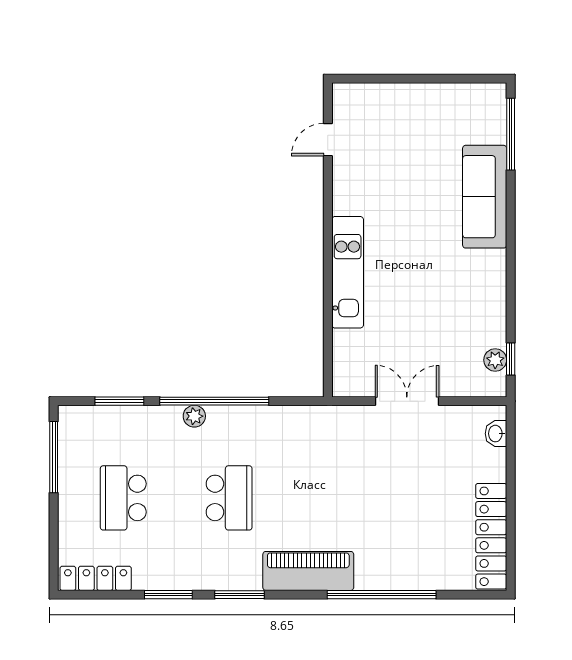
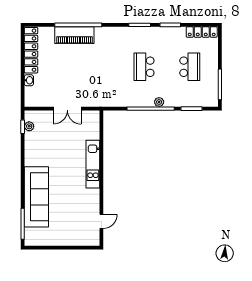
sofa: (485, 197) -> (36, 197), width x1.36, depth x1.27
washbasin: (496, 434) -> (29, 80), moved
piano: (308, 571) -> (74, 35), moved

